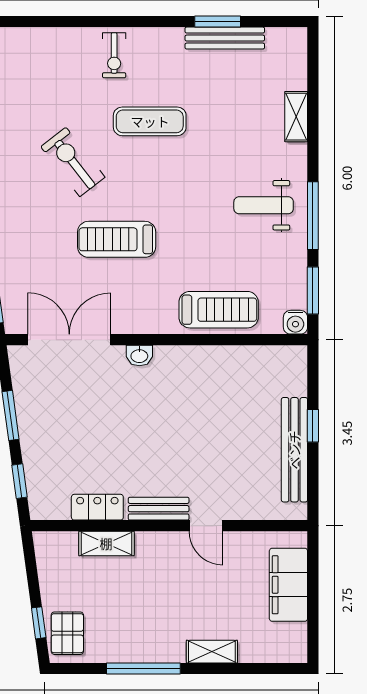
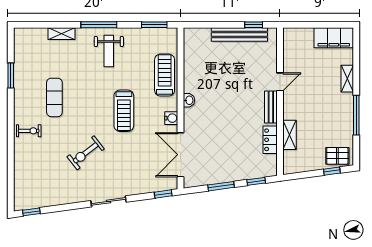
bench: (225, 38) -> (19, 72), removed
exercise mat: (150, 121) -> (54, 97), moved
window: (313, 216) -> (99, 25), moved
treadmill: (117, 239) -> (124, 111), moved
water cooler: (295, 322) -> (171, 118), moved
washbasin: (139, 356) -> (189, 100), moved
window: (313, 426) -> (254, 25), moved
filing cabinet: (288, 585) -> (334, 38), moved

